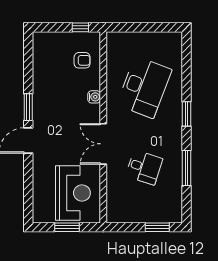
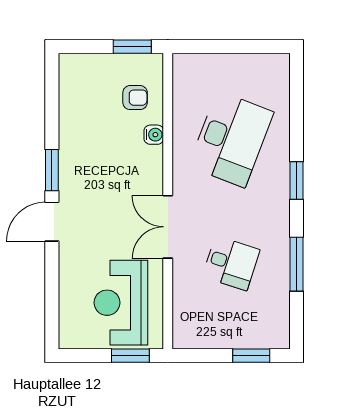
window: (80, 27) -> (132, 47), width x1.50
water cooler: (94, 97) -> (154, 135), moved
reception desk: (73, 193) -> (121, 303), turned 180
window: (67, 227) -> (130, 356), moved

